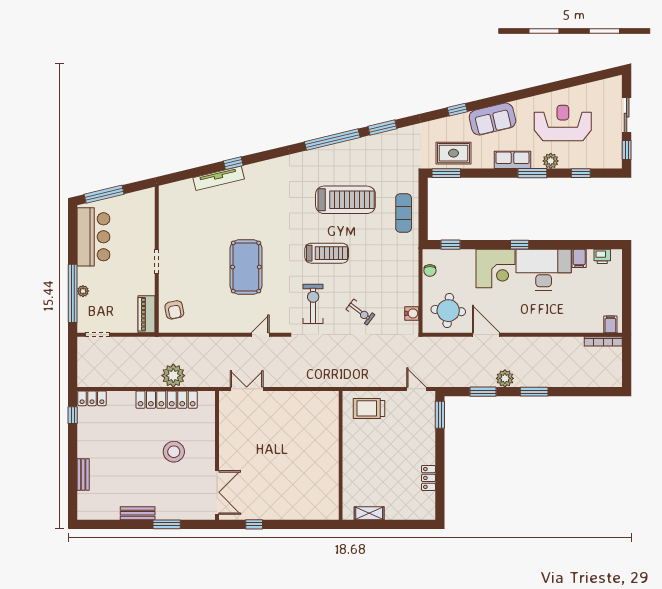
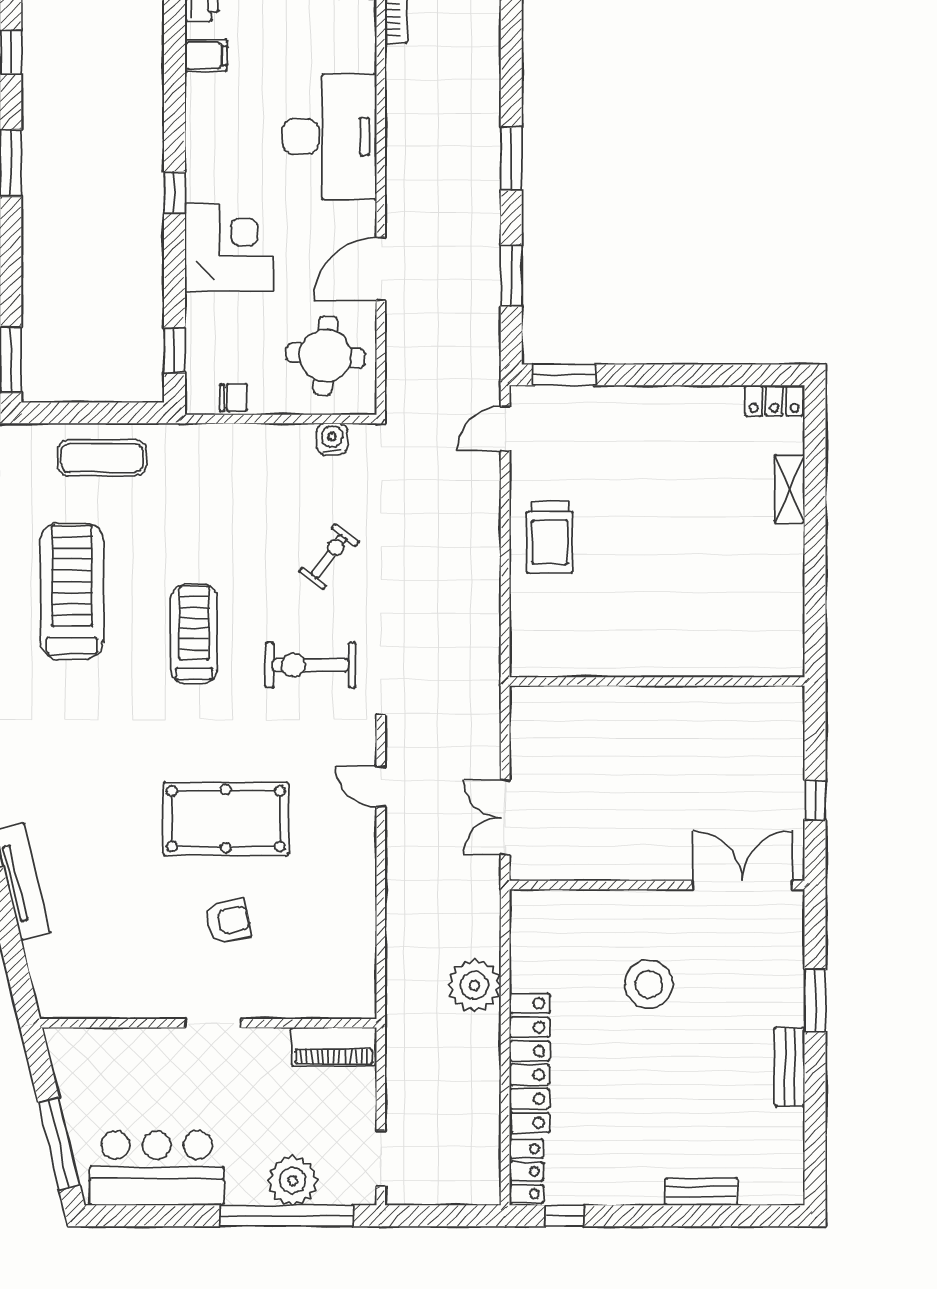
desk: (544, 270) -> (330, 137), moved, turned 180
plant: (83, 291) -> (293, 1180), width x1.88, depth x1.88
armchair: (174, 310) -> (228, 921), moved
plant: (505, 378) -> (481, 226), removed
locker: (167, 400) -> (530, 1063), moved
wall: (341, 455) -> (657, 681), moved
locker: (428, 478) -> (774, 401), moved
shelving: (369, 513) -> (790, 489), moved

